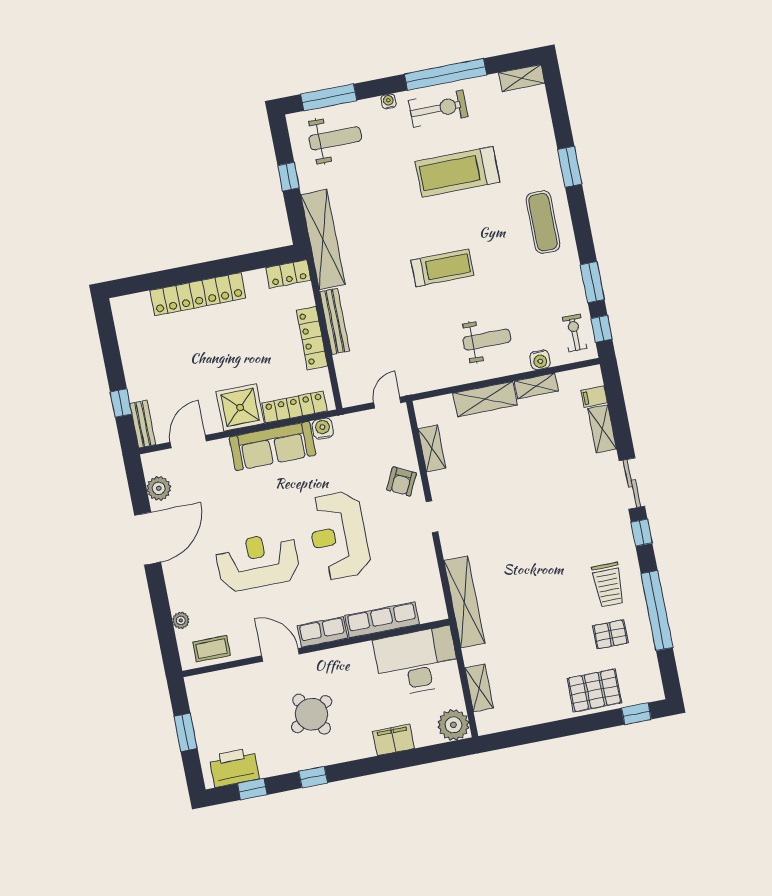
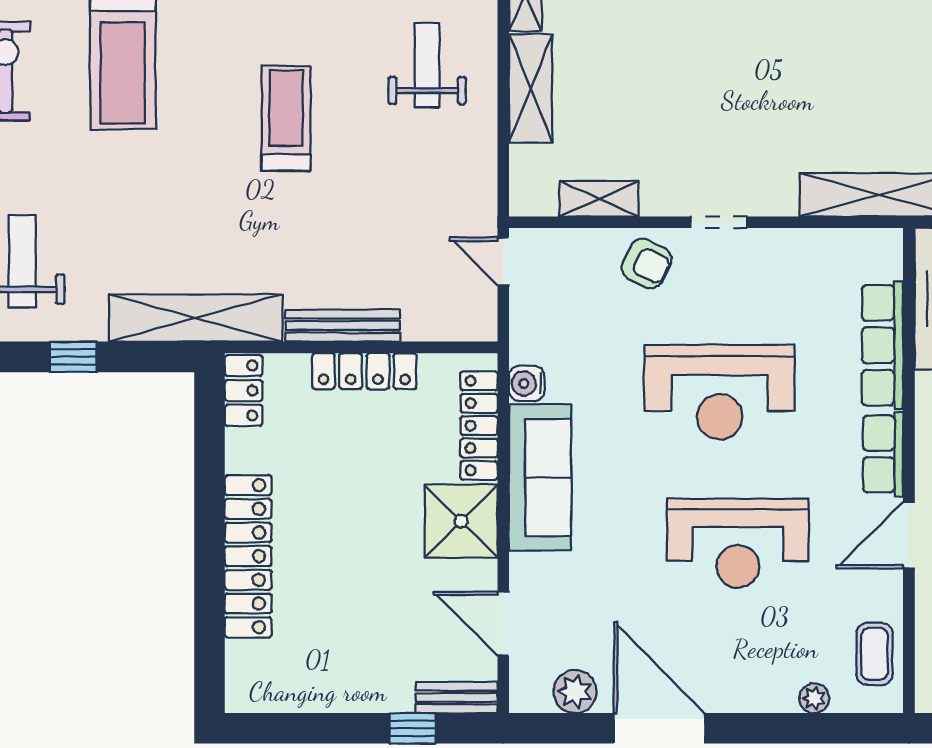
reception desk: (258, 562) -> (738, 543), turned -90

